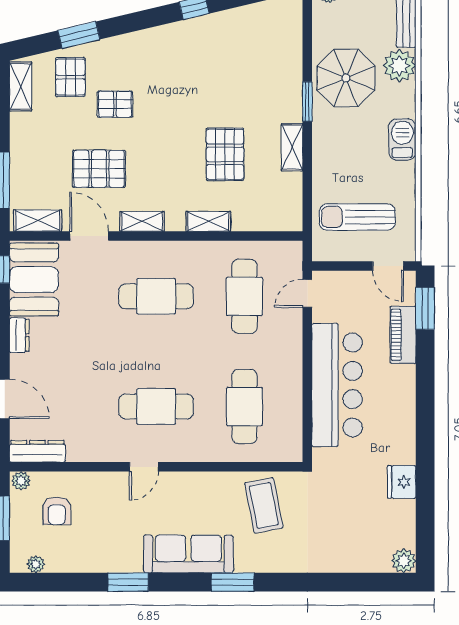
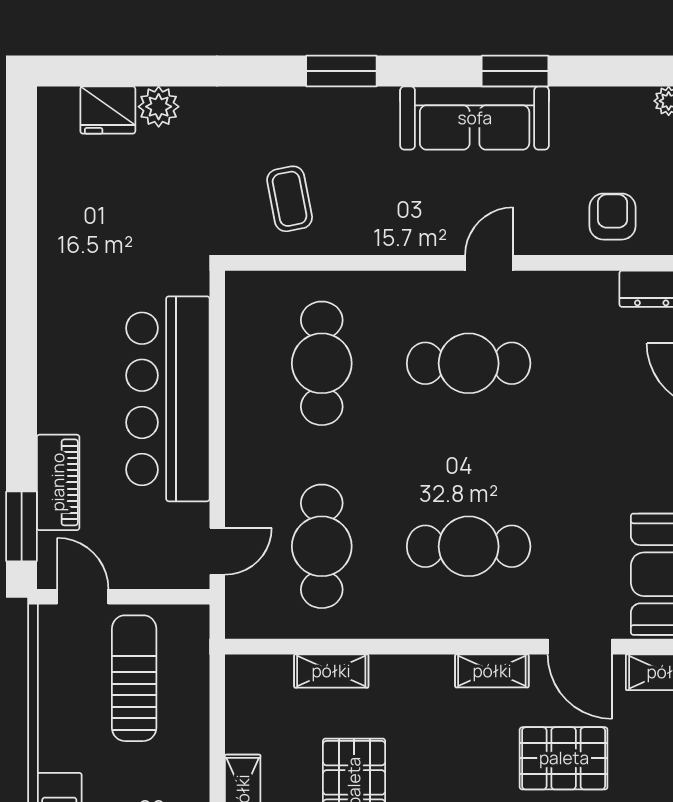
sun lounger: (357, 217) -> (134, 678), turned -90
shelving: (208, 221) -> (331, 671), moved
fridge: (402, 482) -> (108, 110), moved, turned 90
coffee table: (264, 505) -> (290, 199), width x0.73, depth x0.77
armchair: (57, 511) -> (613, 217), moved
sofa: (188, 554) -> (475, 118), moved
plant: (404, 561) -> (159, 107), moved

